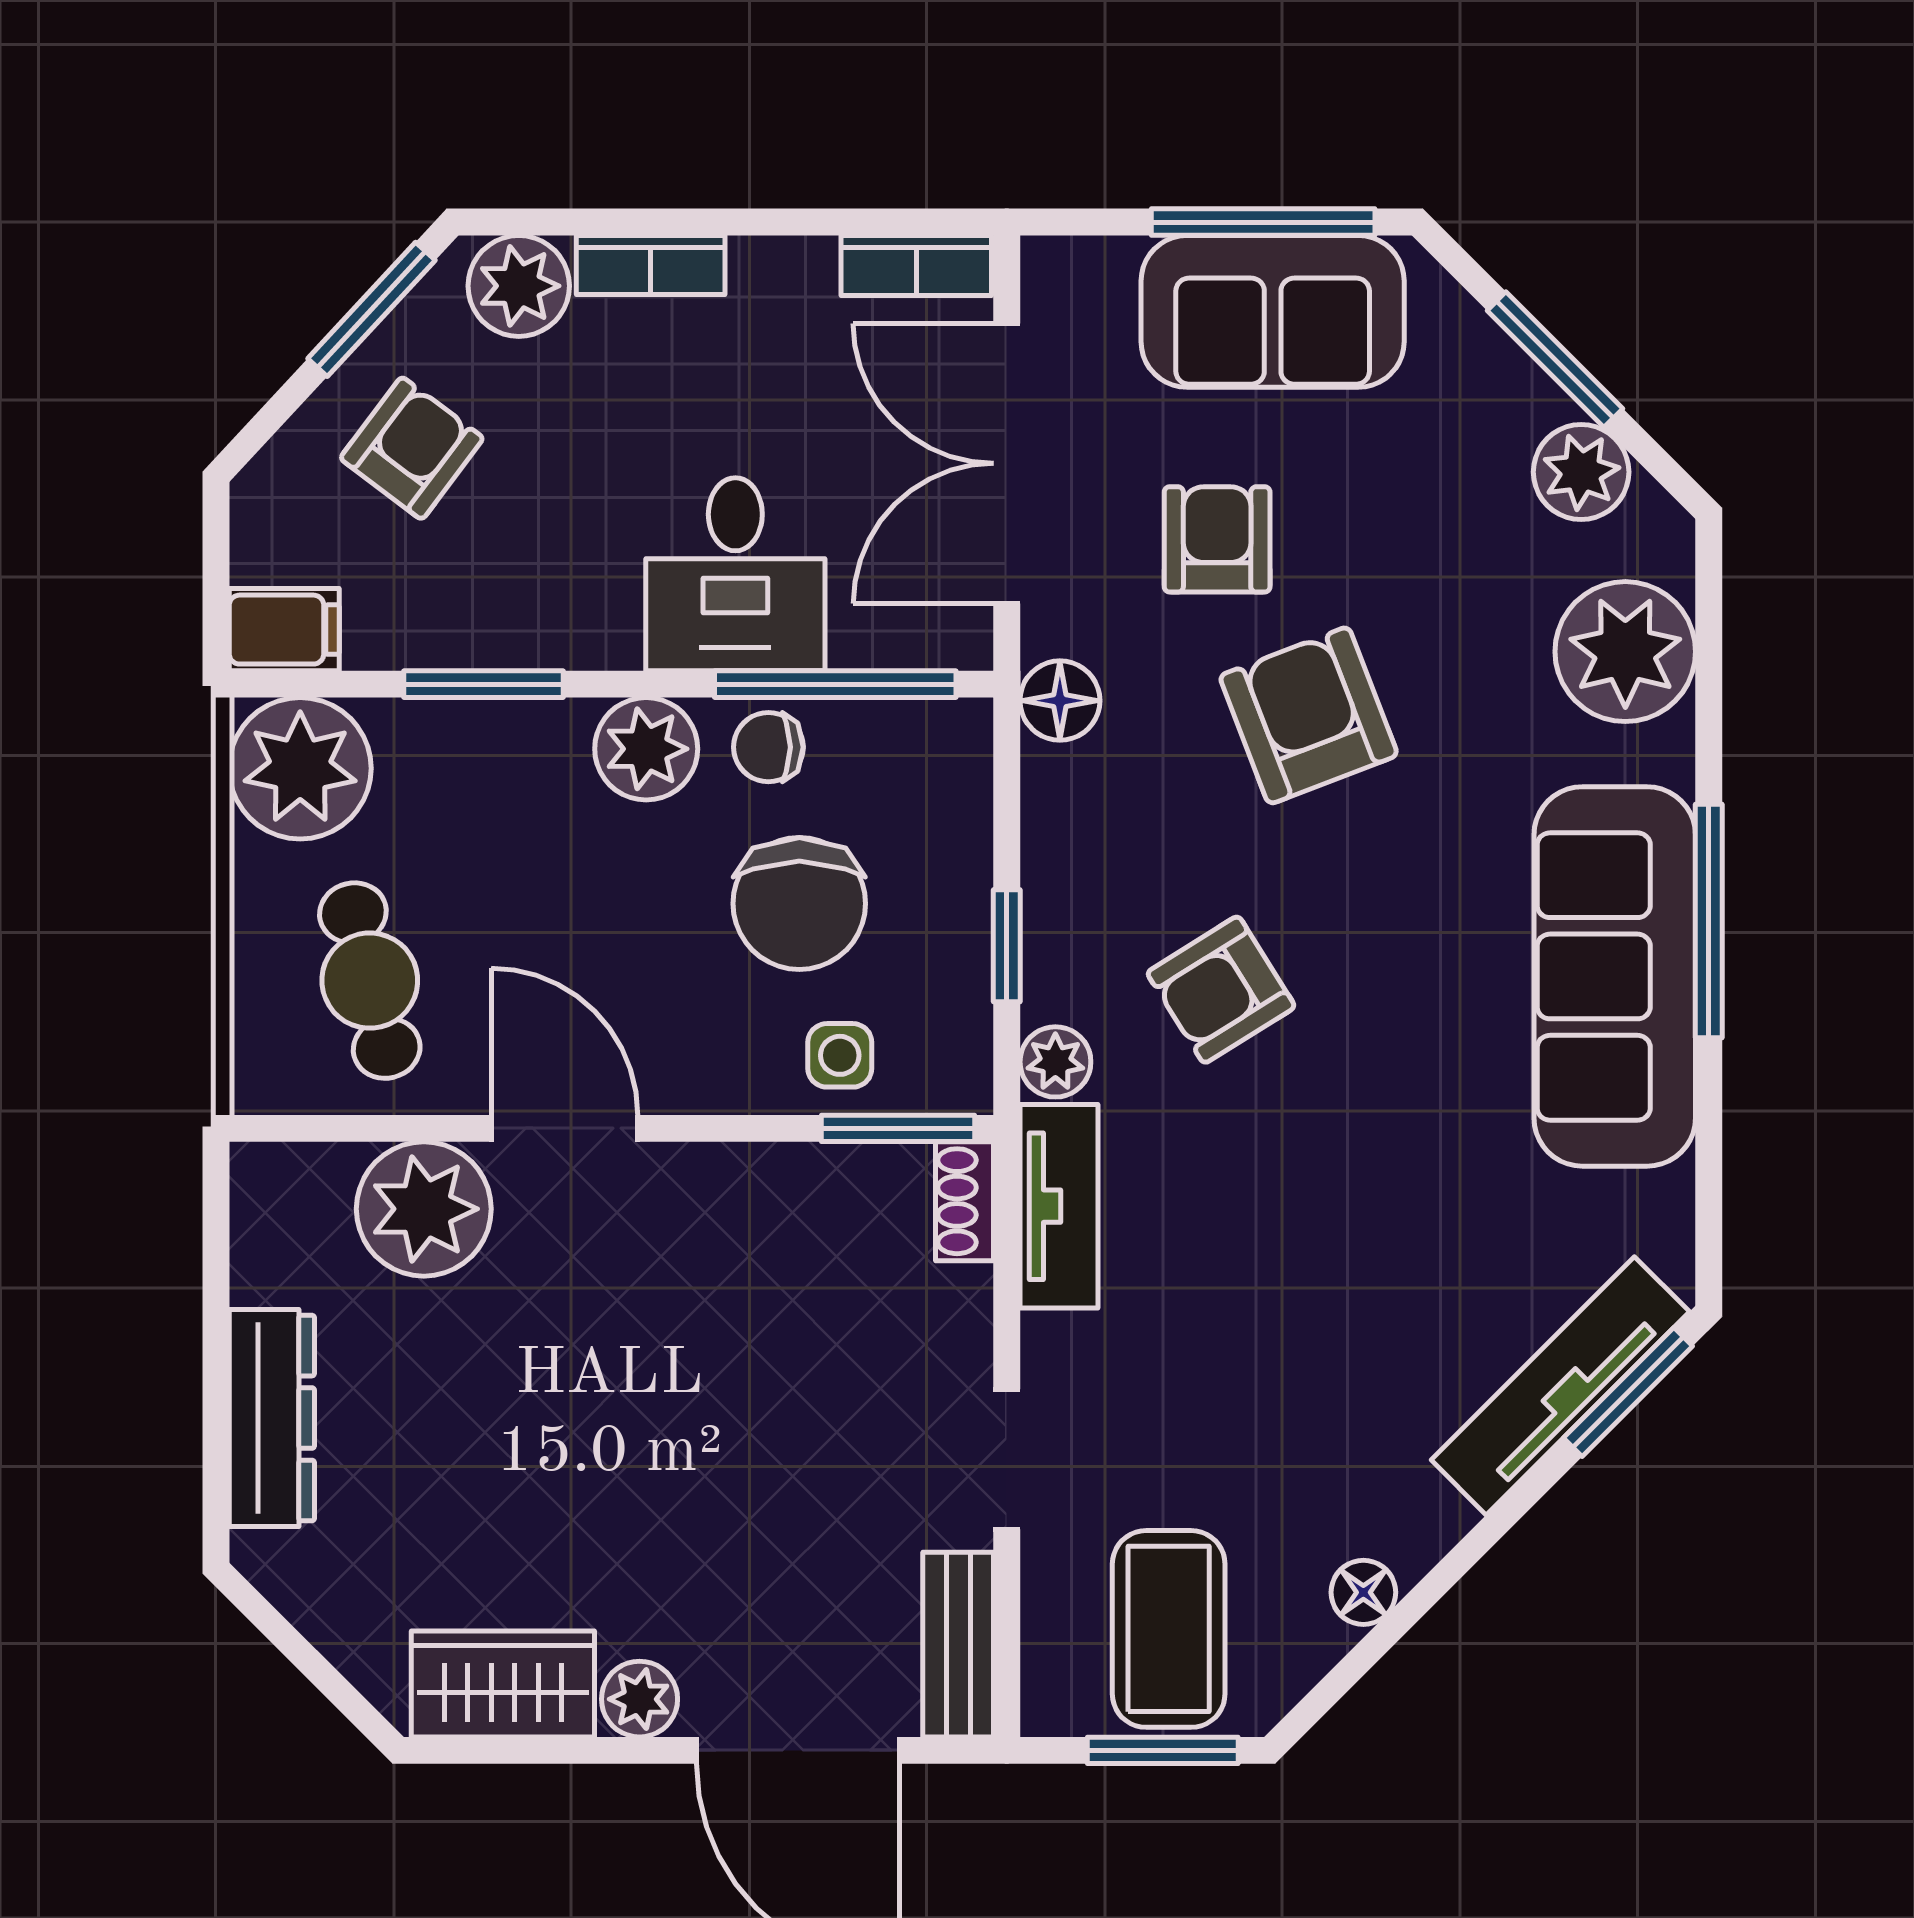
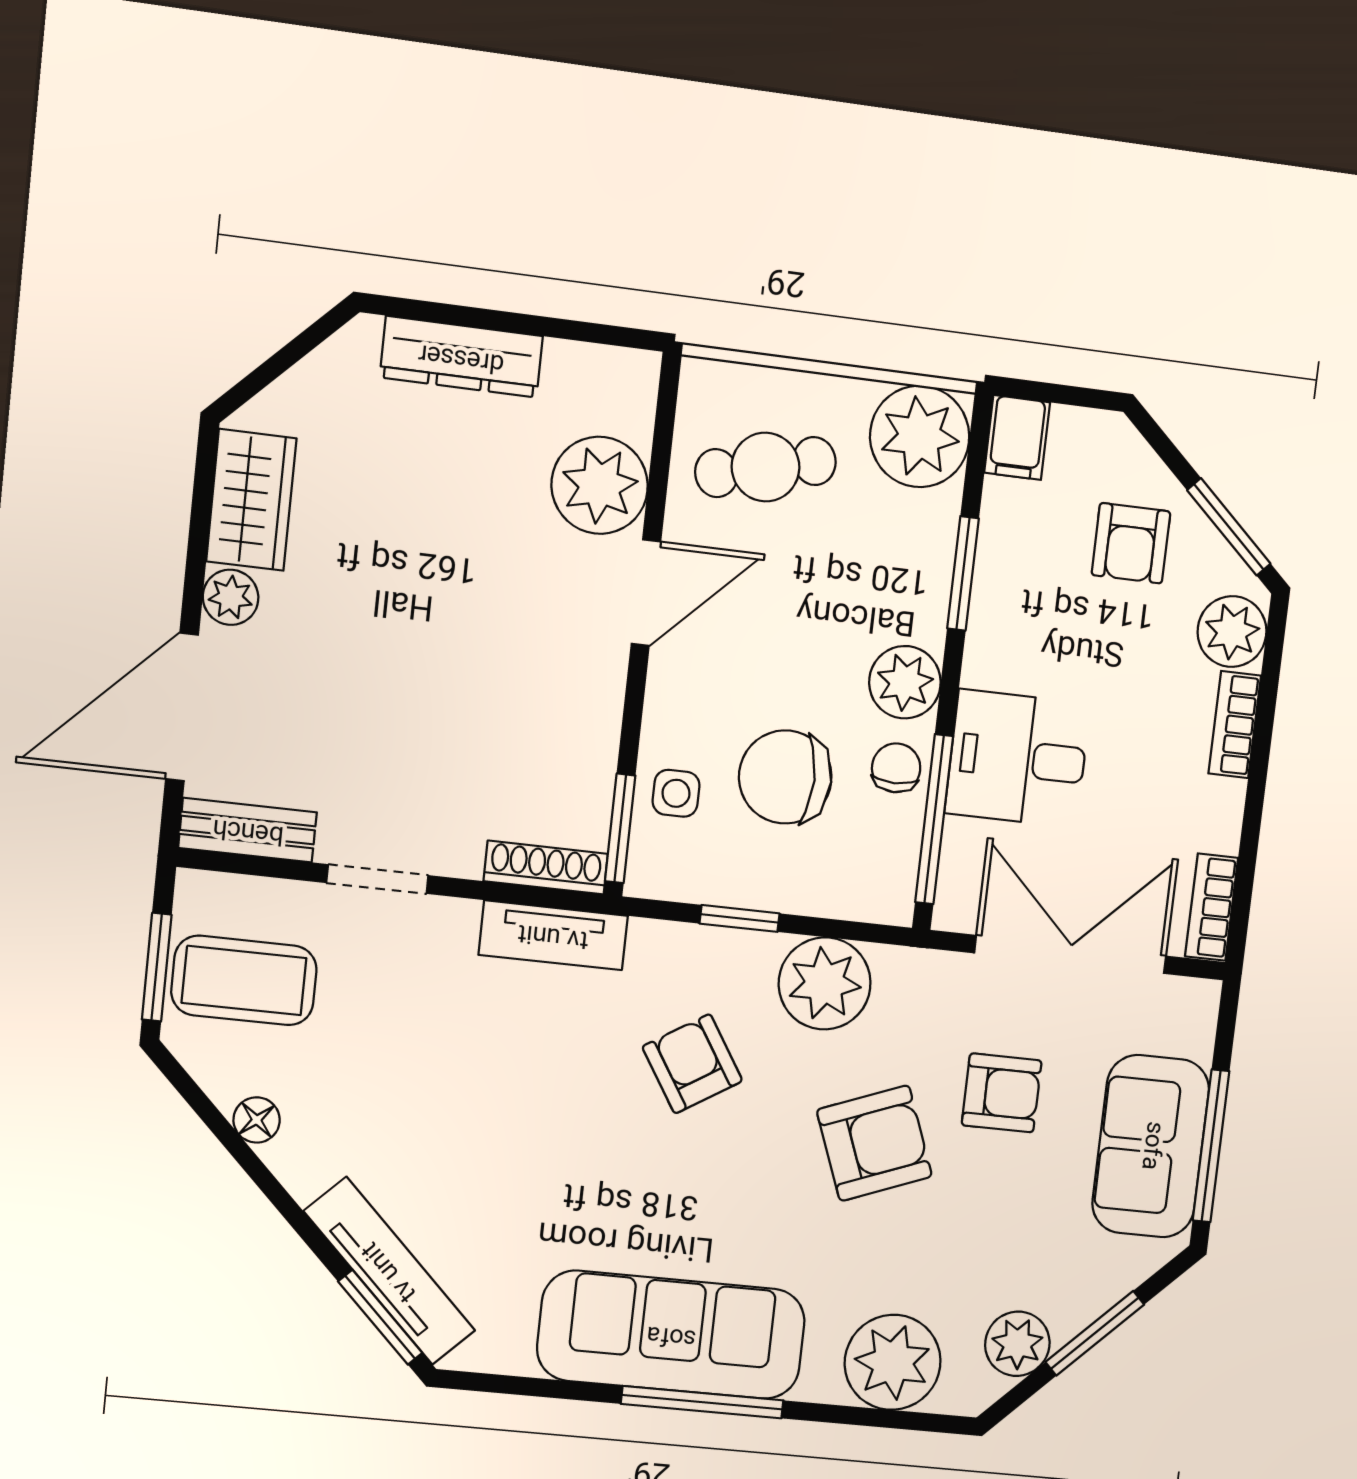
armchair: (412, 448) -> (1131, 543), turned 53
floor lamp: (1060, 701) -> (905, 974), removed
plant: (1055, 1062) -> (825, 983), moved, width x1.88, depth x1.88
shoe rack: (965, 1201) -> (546, 867), width x1.43

